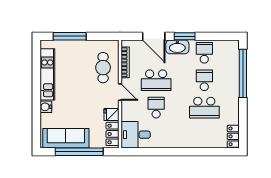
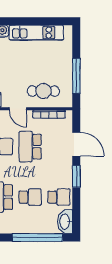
window: (70, 36) -> (76, 76), moved
door: (154, 36) -> (76, 144), swing flipped
washbasin: (177, 47) -> (65, 222), moved
door: (120, 92) -> (18, 109), hinge flipped

